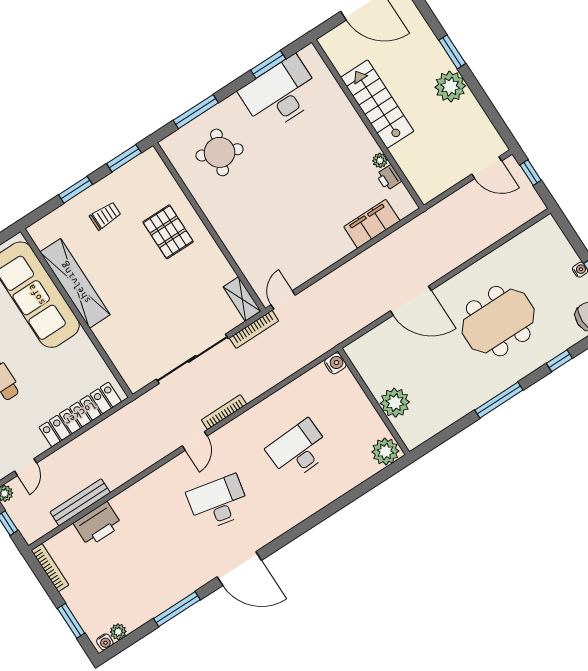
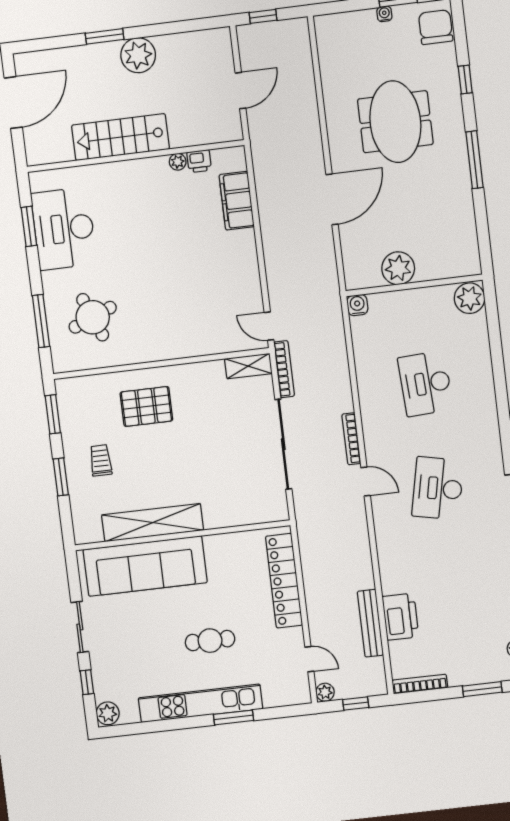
round table: (220, 152) -> (93, 317), turned 45
door: (487, 168) -> (241, 91), moved
plant: (395, 403) -> (398, 268), moved

